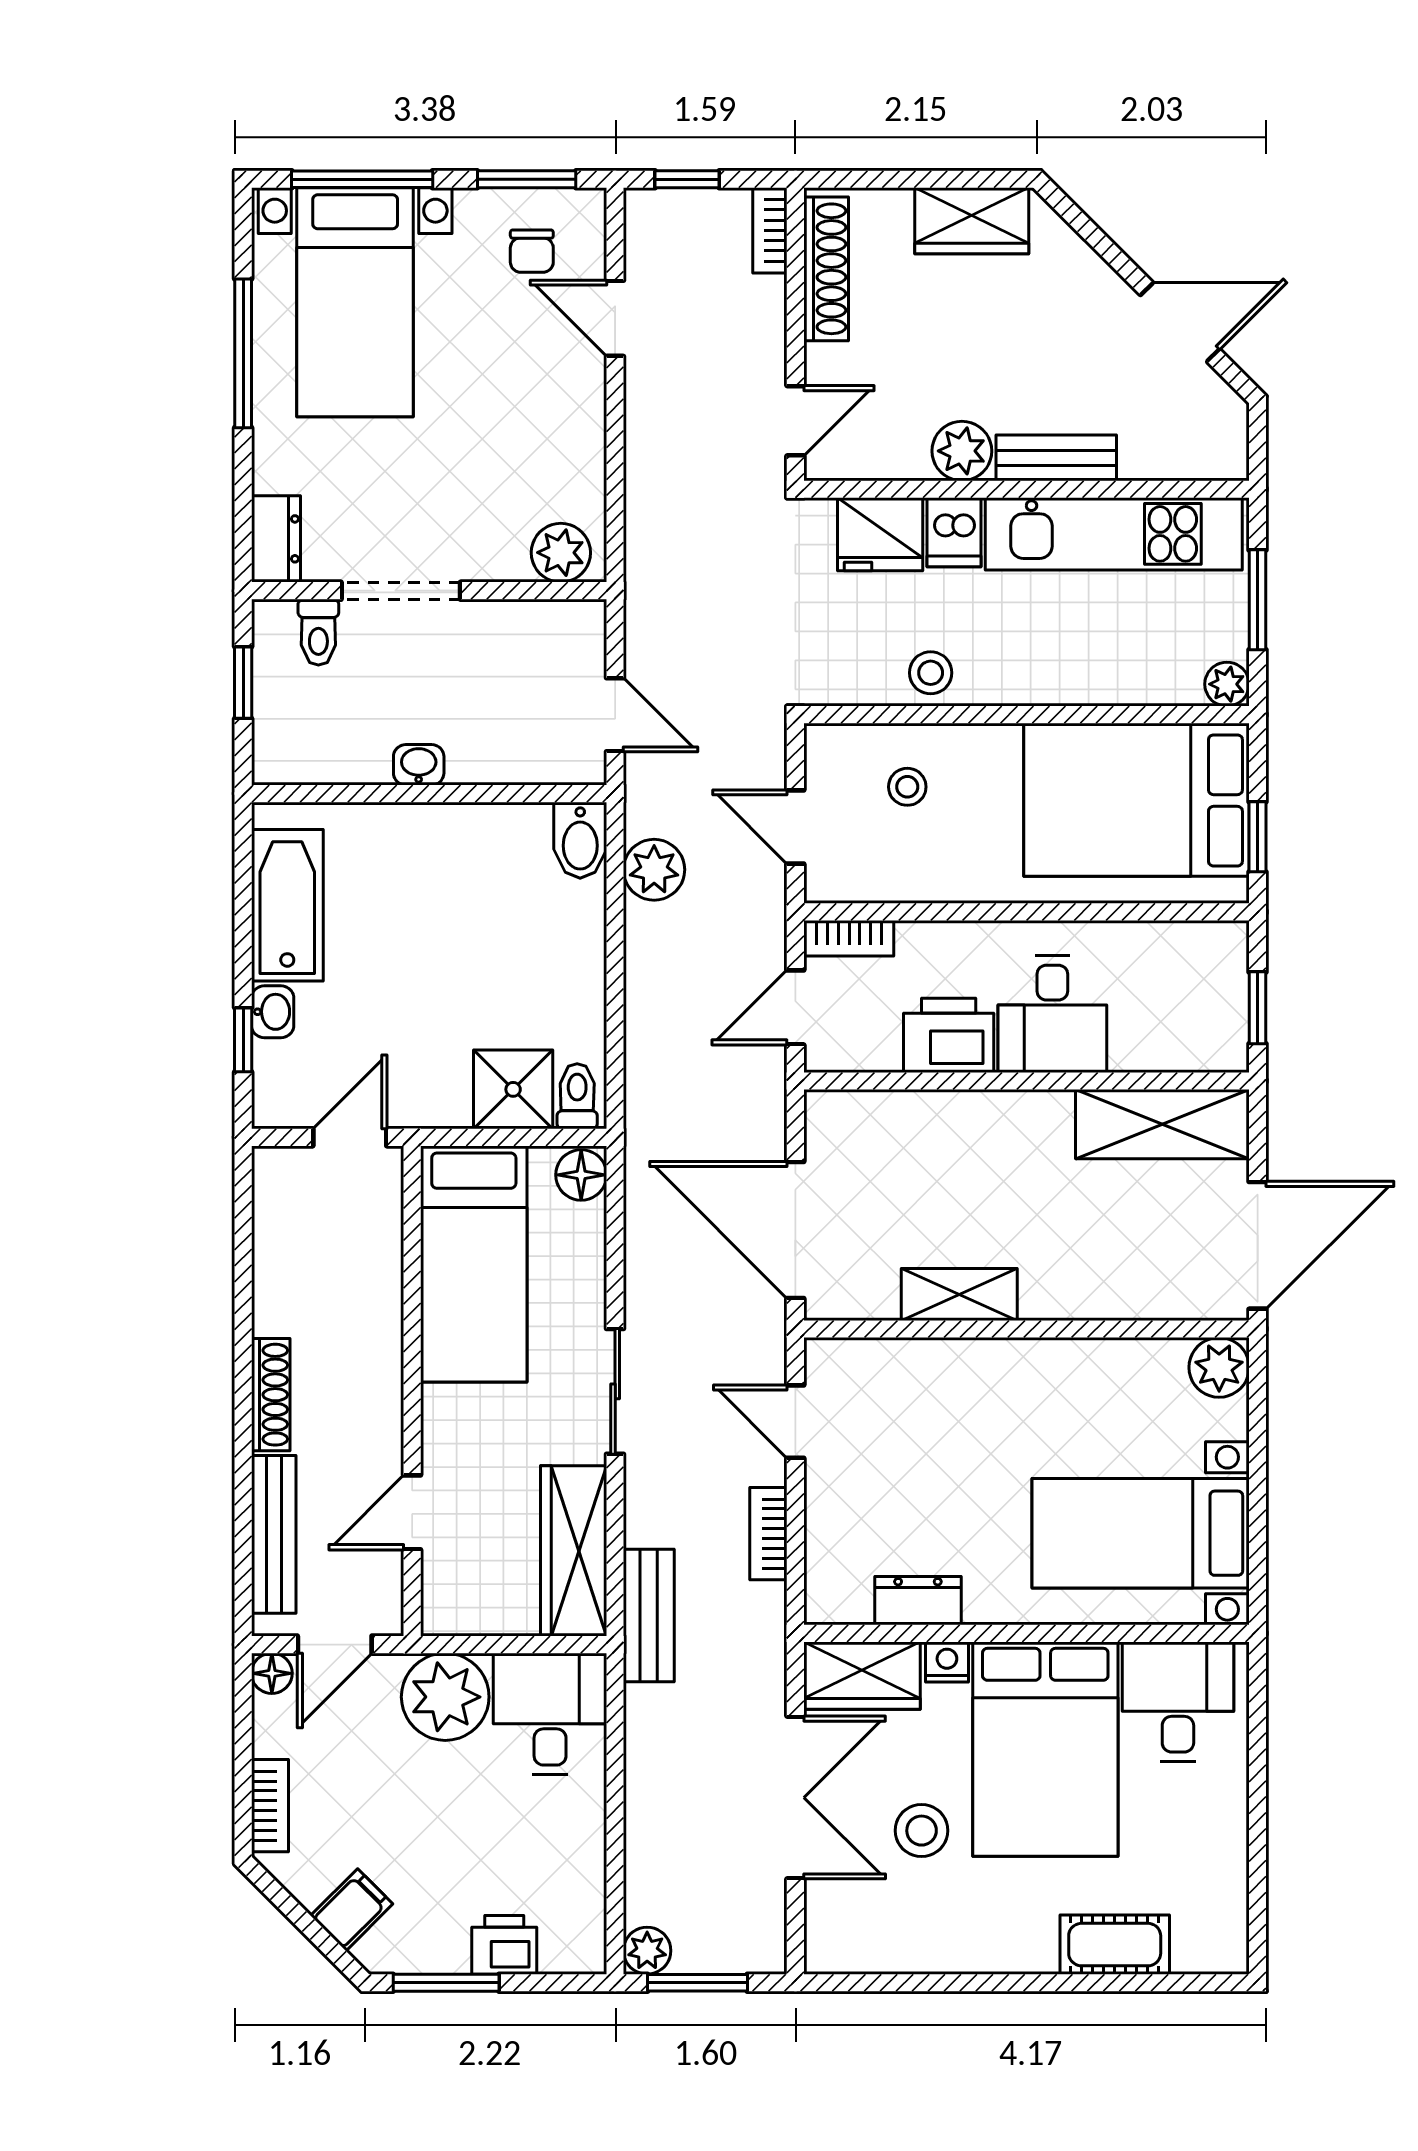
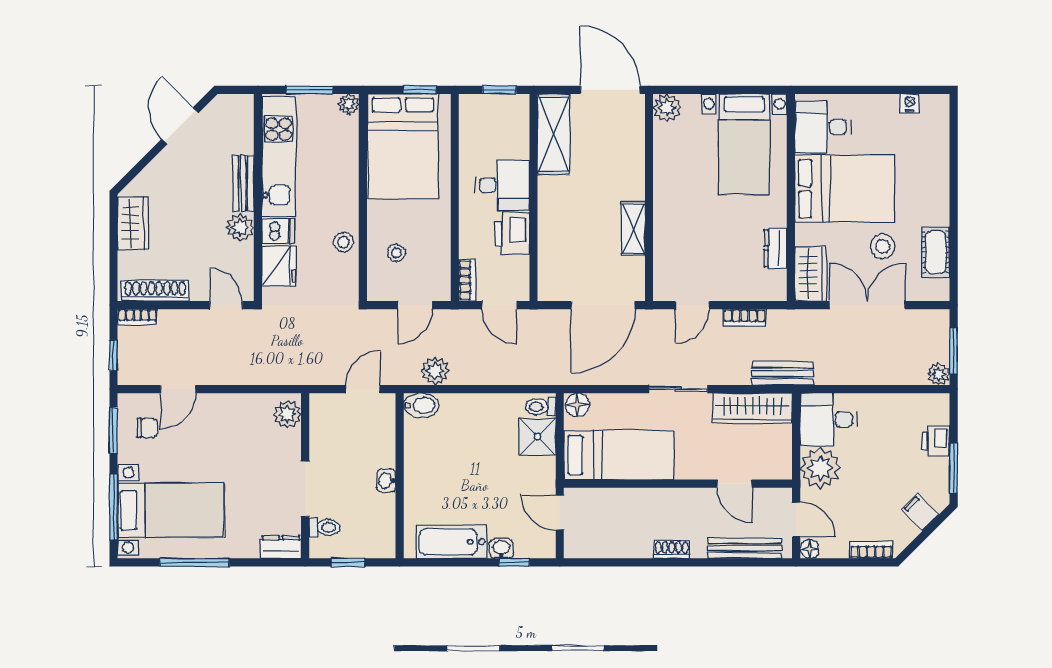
shoe rack: (271, 1395) -> (672, 550), width x0.70
nightstand: (947, 1662) -> (910, 103), moved, turned 90
cot: (1115, 1945) -> (936, 252), moved

